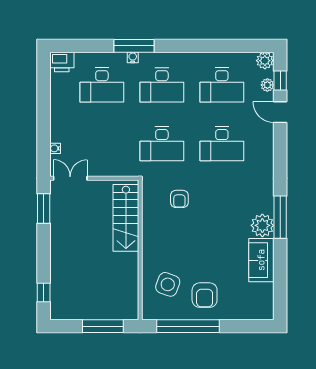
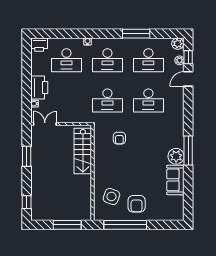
window: (134, 46) -> (136, 34), moved
door: (280, 112) -> (188, 79), hinge flipped
printer: (62, 125) -> (39, 88), added
window: (44, 208) -> (27, 156), moved

